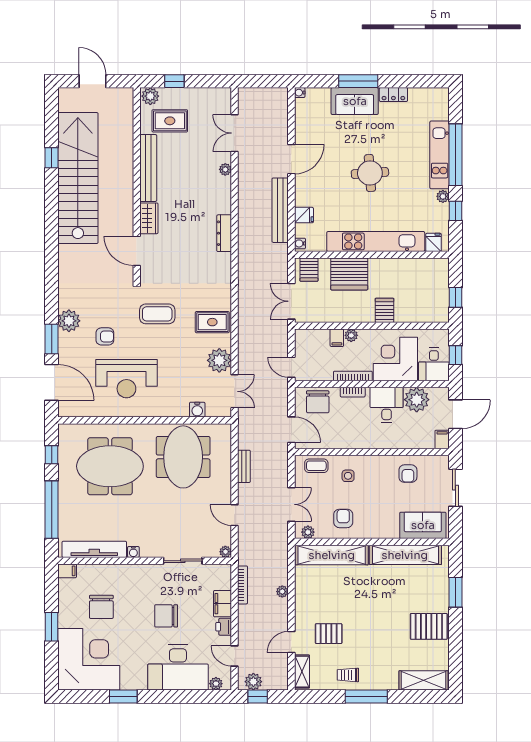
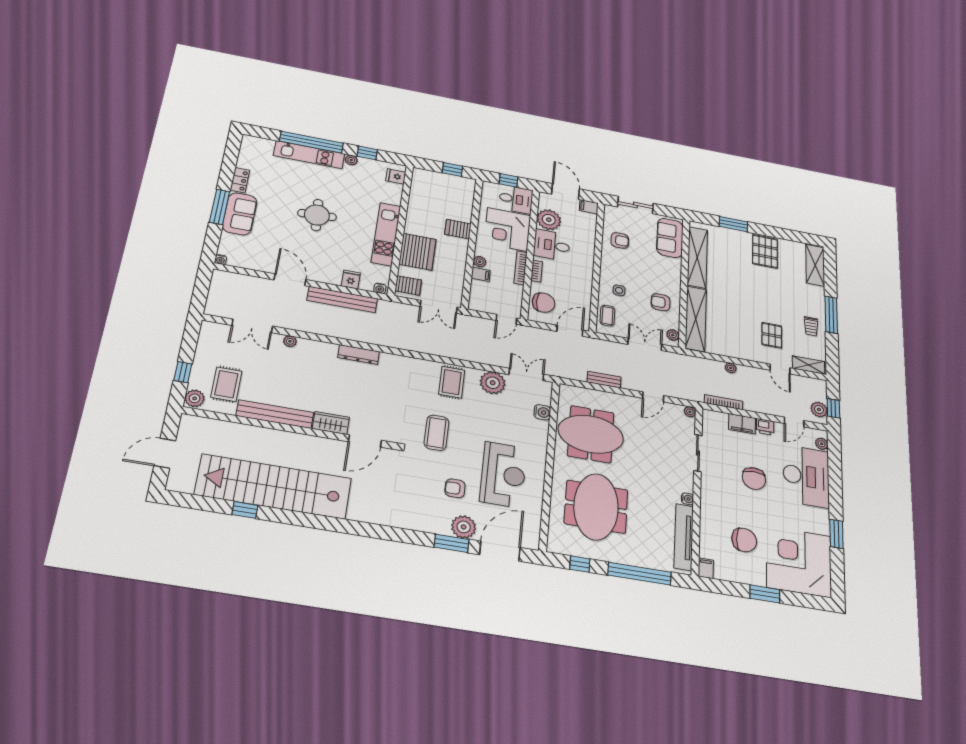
kitchen unit: (376, 241) -> (386, 234), width x0.73
plant: (69, 321) -> (464, 527), moved
armchair: (105, 336) -> (455, 488), turned -90

